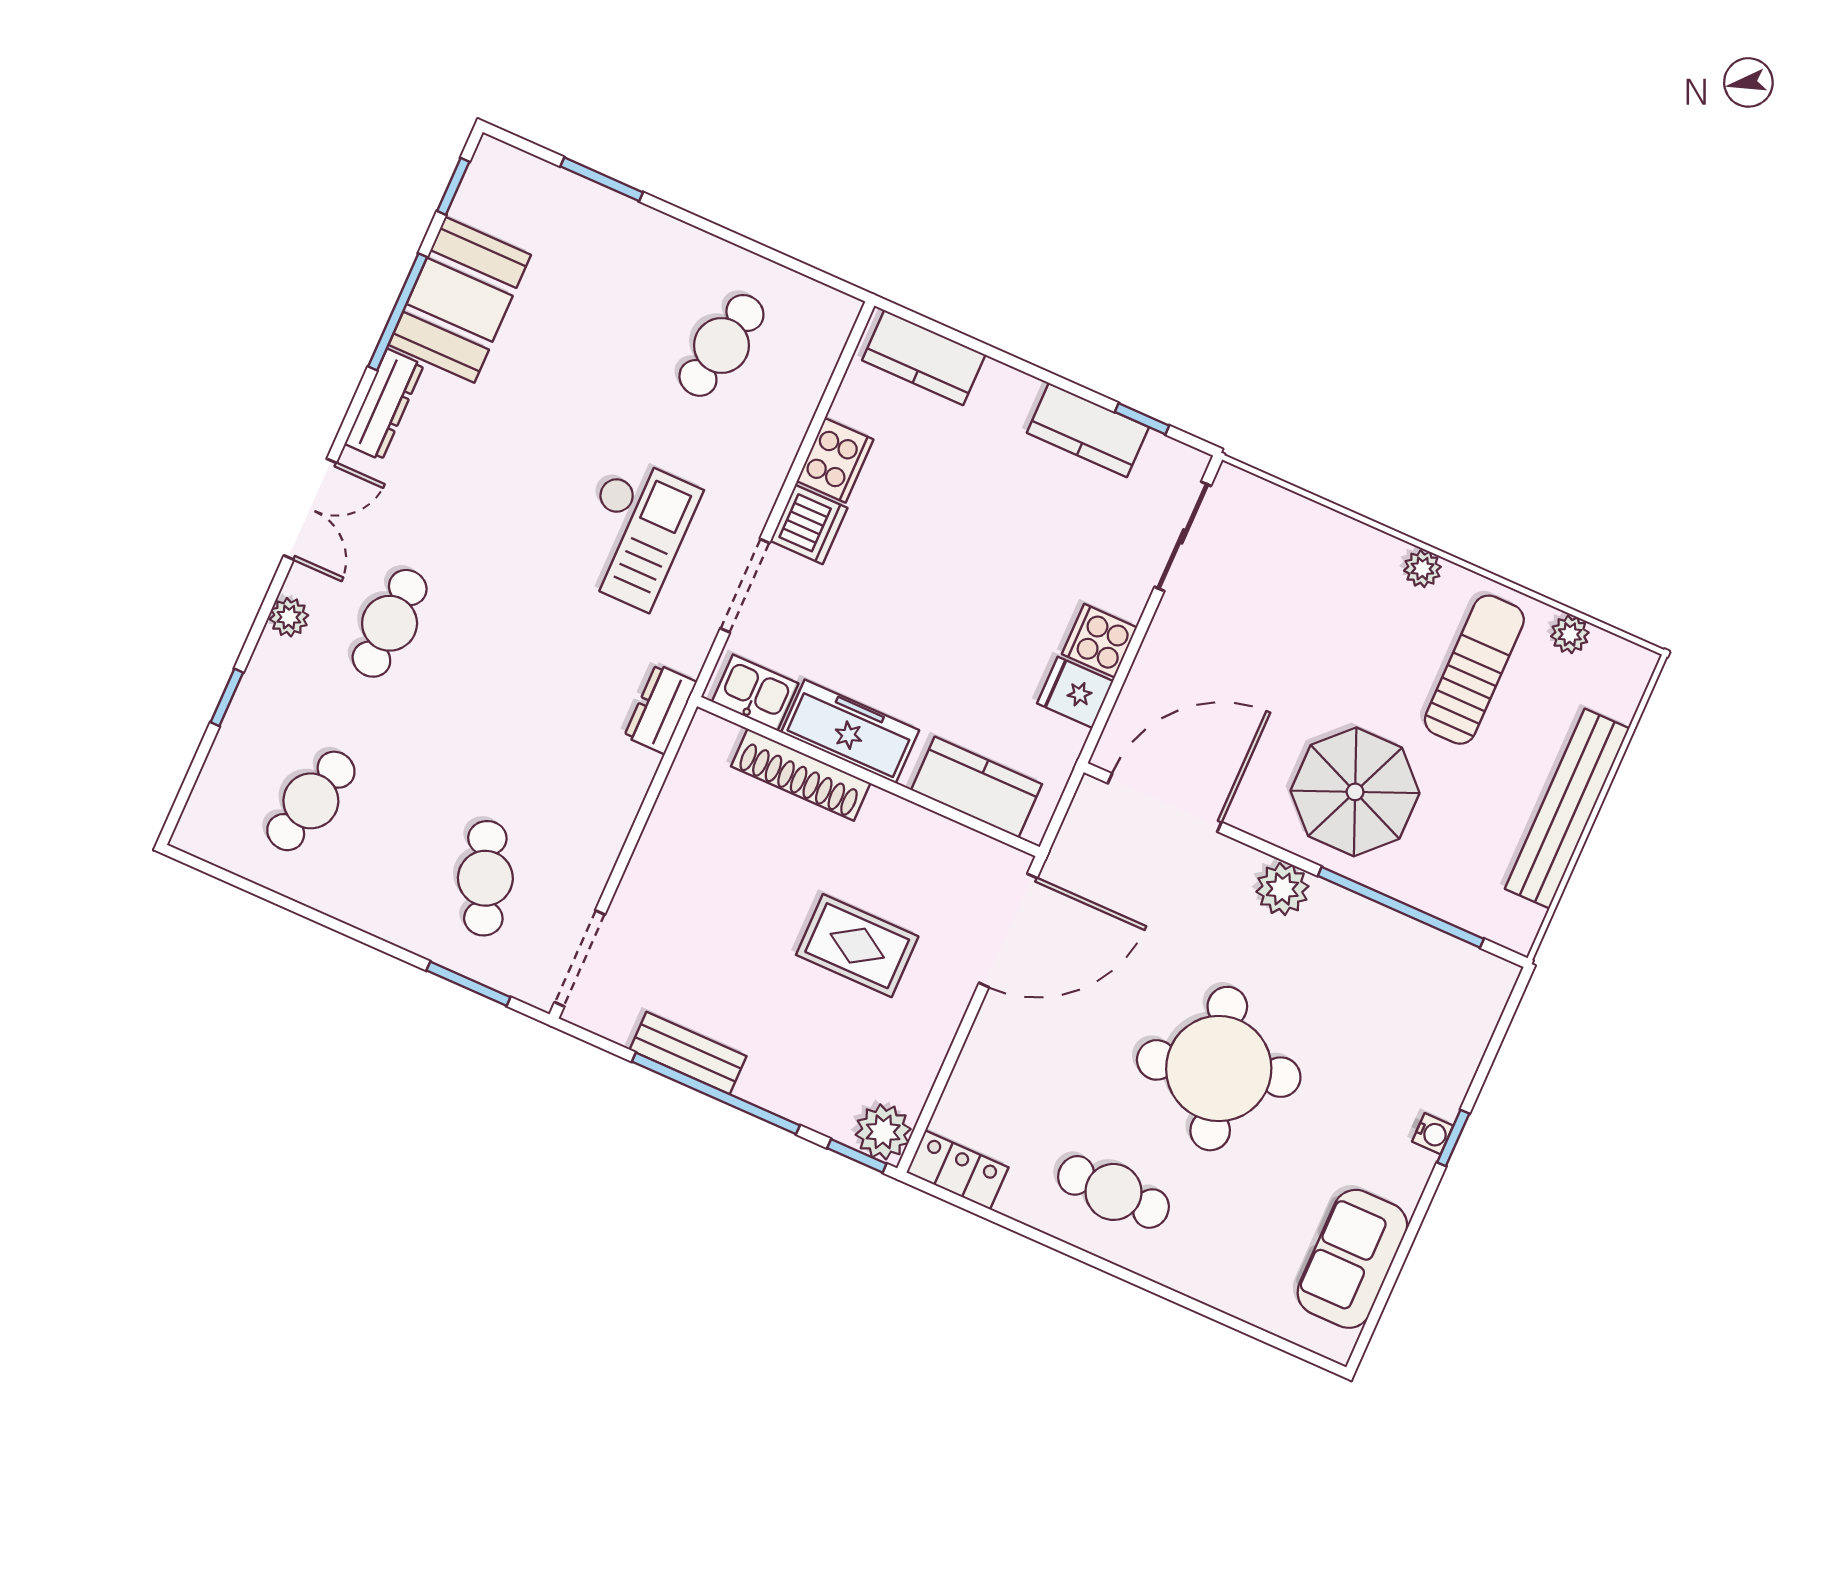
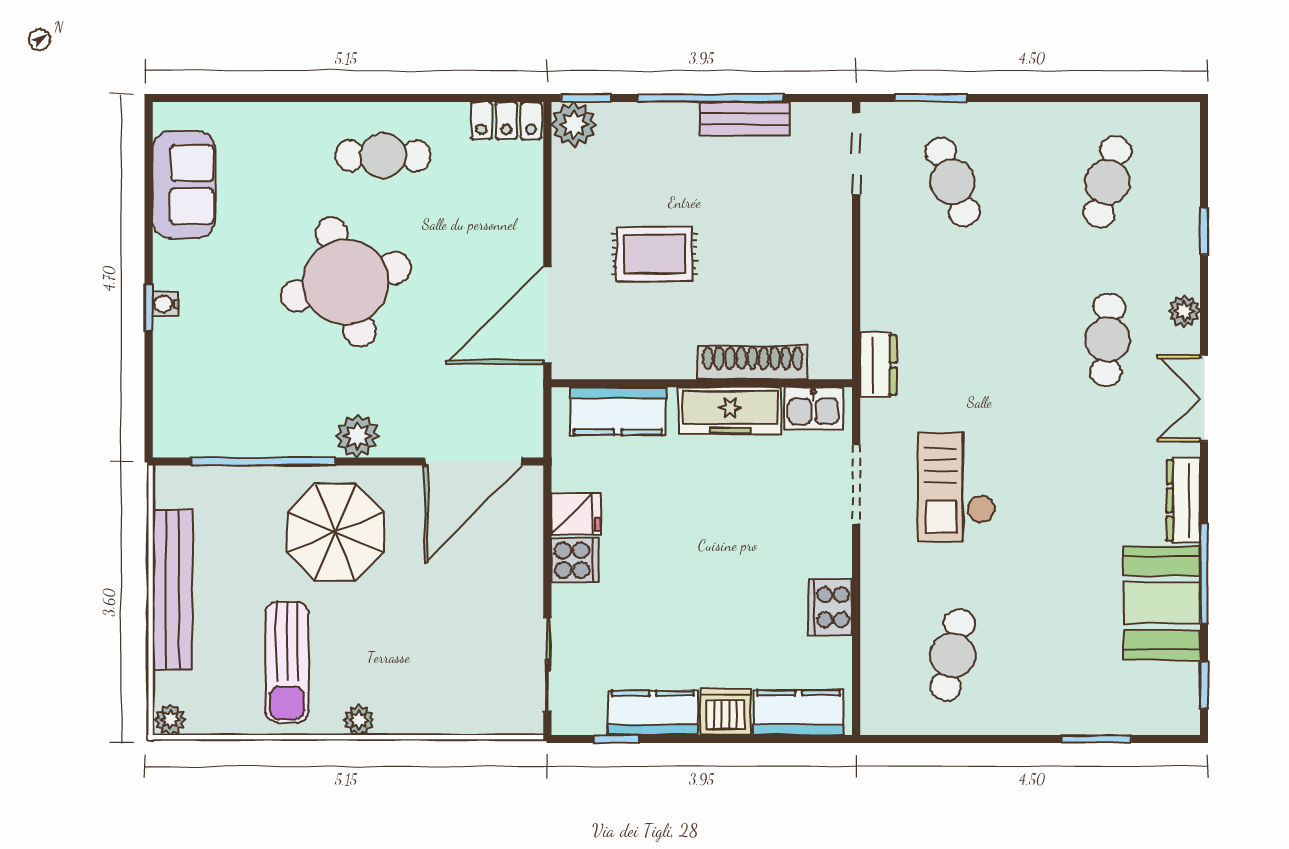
dishwasher: (809, 524) -> (725, 712), moved, turned 90
plant: (1570, 634) -> (170, 720), moved

